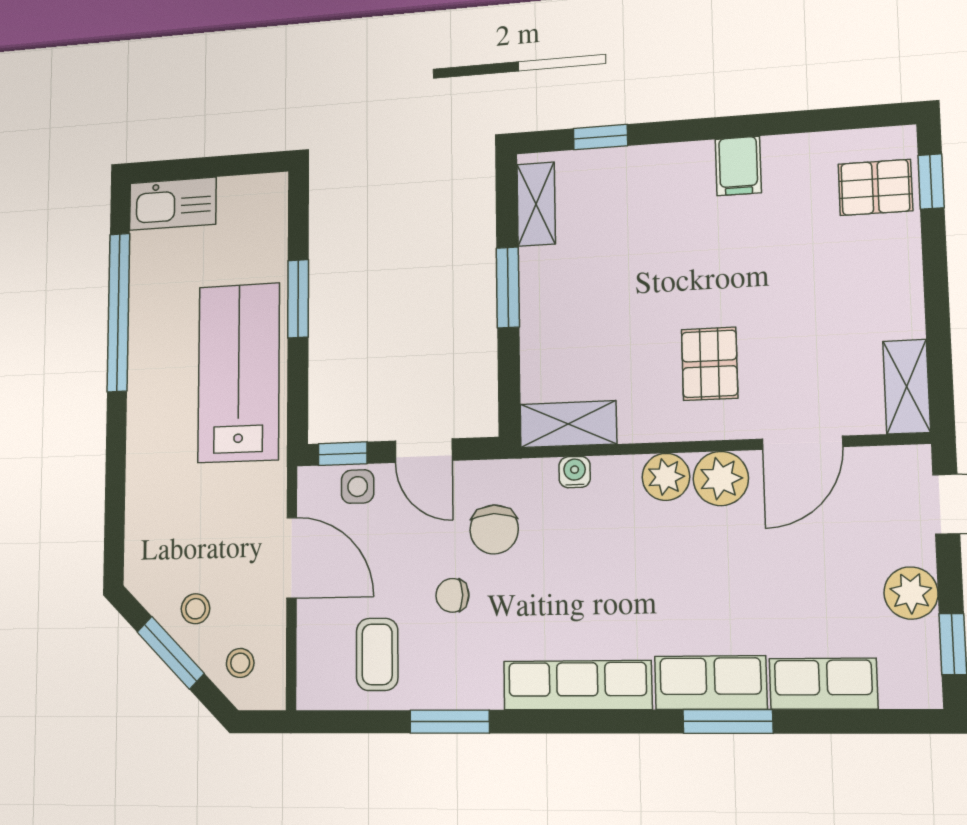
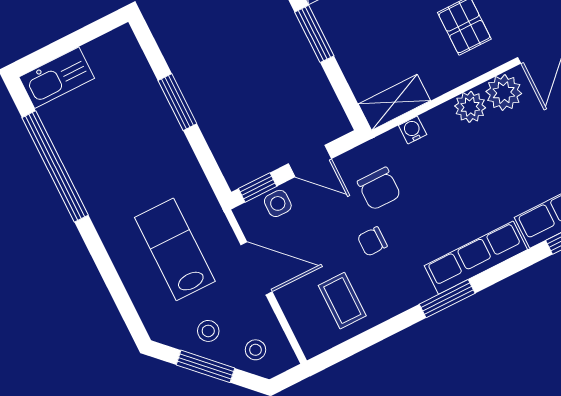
lab bench: (239, 373) -> (175, 249), moved, width x0.73, depth x0.72
window: (450, 722) -> (447, 299), moved

